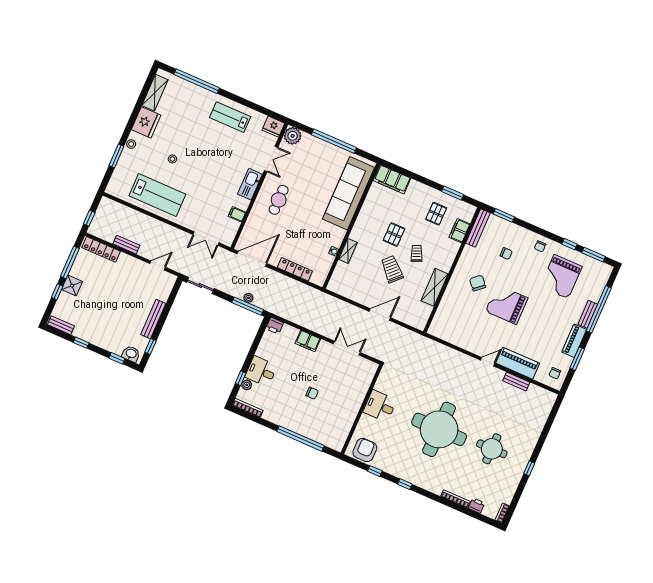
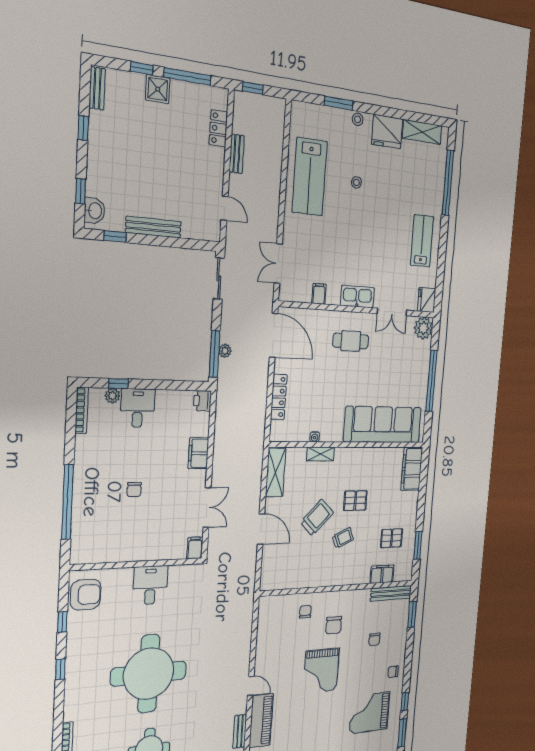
locker: (101, 249) -> (218, 128), width x0.66
chair: (478, 283) -> (334, 625), turned 131
shelving: (435, 287) -> (276, 472), moved, turned 90
chair: (456, 302) -> (305, 612), added
grand piano: (507, 305) -> (321, 671), turned 180
filing cabinet: (370, 367) -> (195, 548), added

